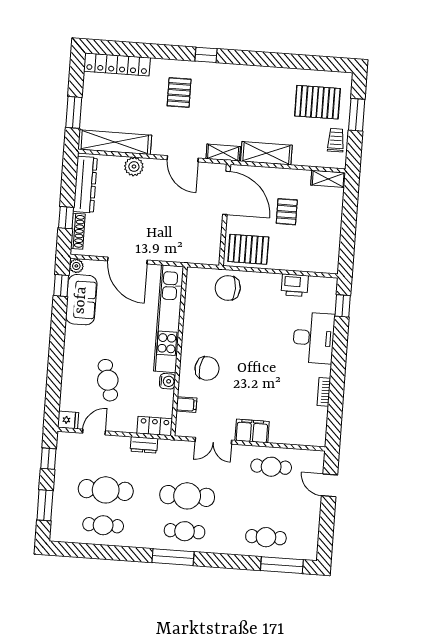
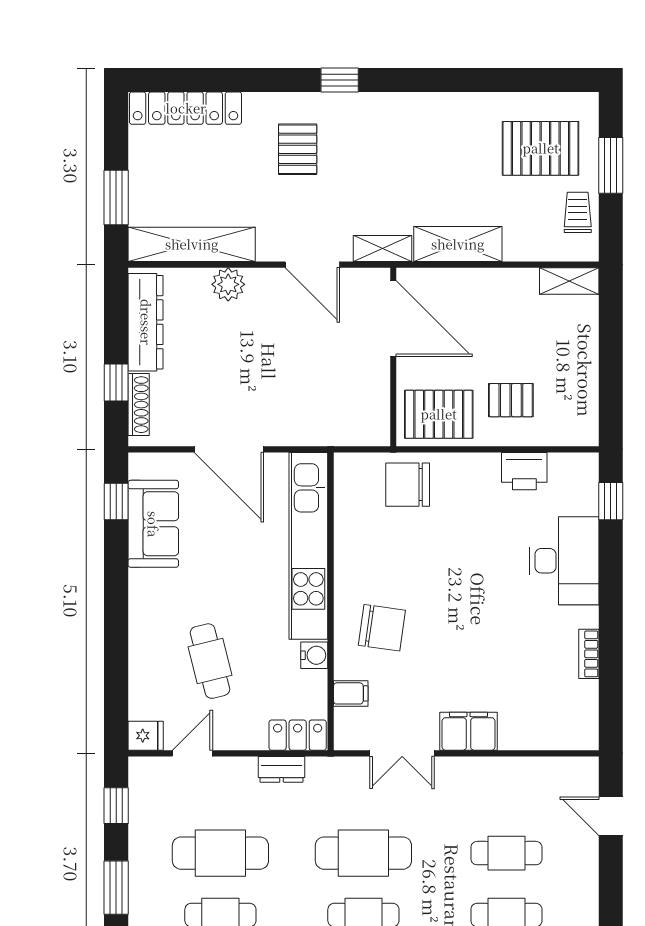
pallet: (287, 212) -> (511, 400), moved, turned 90
plant: (76, 266) -> (140, 465), removed
cafe table: (271, 467) -> (506, 853), moved

